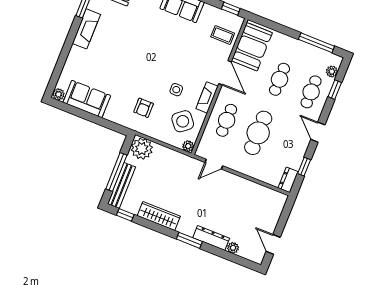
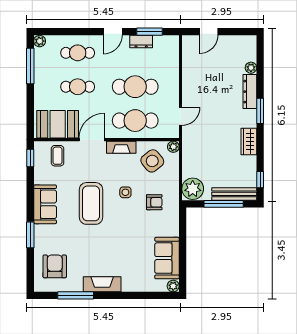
coffee table: (166, 48) -> (91, 203), added
plant: (332, 72) -> (40, 41), moved
side table: (176, 90) -> (125, 192), moved
window: (335, 90) -> (67, 32), removed
cafe table: (227, 120) -> (135, 121), width x1.37, depth x1.35
door: (214, 164) -> (180, 116), hinge flipped
window: (304, 167) -> (149, 32), width x1.50
dresser: (288, 180) -> (141, 42), moved
wardrobe: (159, 216) -> (249, 141), width x0.67
door: (273, 244) -> (209, 32), moved

